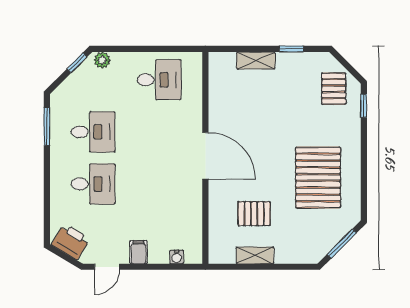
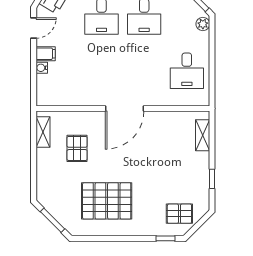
shelving: (256, 60) -> (203, 135), moved
shelving: (255, 255) -> (43, 132), moved
water cooler: (177, 257) -> (42, 68), moved
door: (107, 267) -> (34, 28), swing flipped

